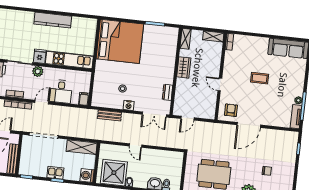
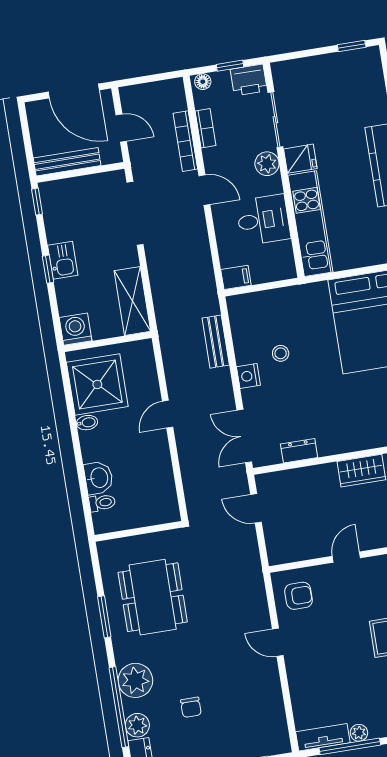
desk: (61, 91) -> (263, 220), moved, turned 180
door: (249, 125) -> (278, 642), width x0.53

